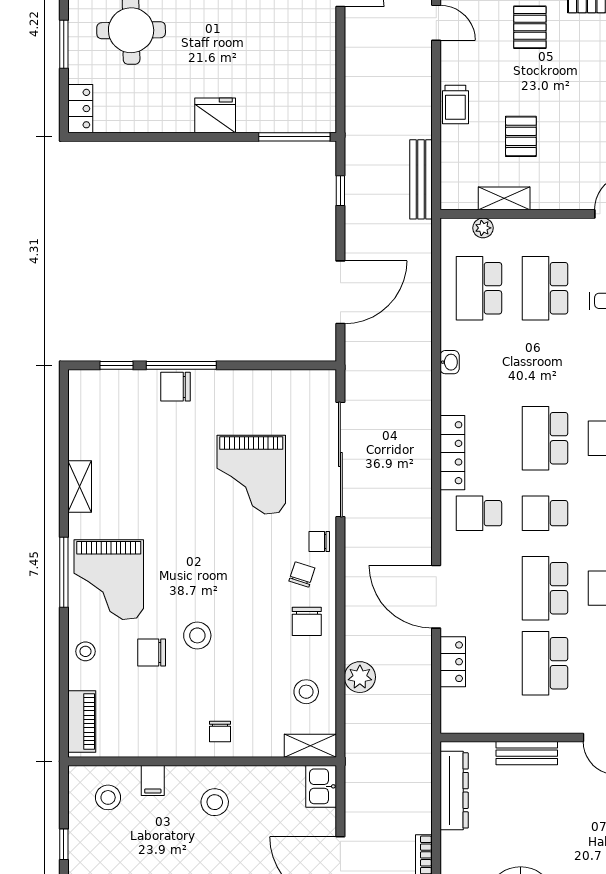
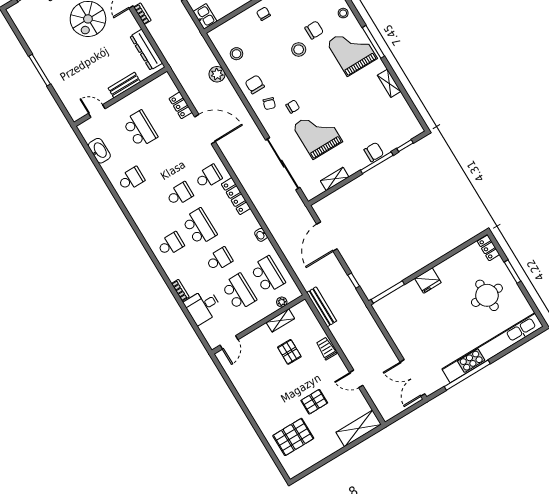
pallet: (530, 27) -> (314, 402), turned 90
chair: (319, 541) -> (293, 107), moved
school desk: (545, 588) -> (219, 260), moved, width x0.54
shelving: (310, 746) -> (335, 179), moved

